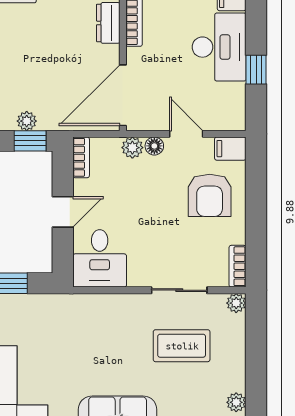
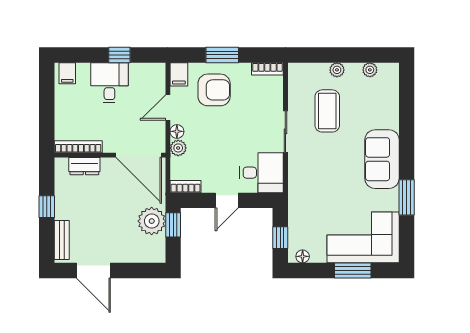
desk: (219, 47) -> (109, 83), width x0.73
plant: (27, 121) -> (152, 221), width x1.87, depth x1.87
window: (256, 206) -> (222, 55), added
door: (63, 212) -> (227, 200), swing flipped
sliding door: (179, 290) -> (285, 131), moved
plant: (236, 303) -> (337, 70), moved

